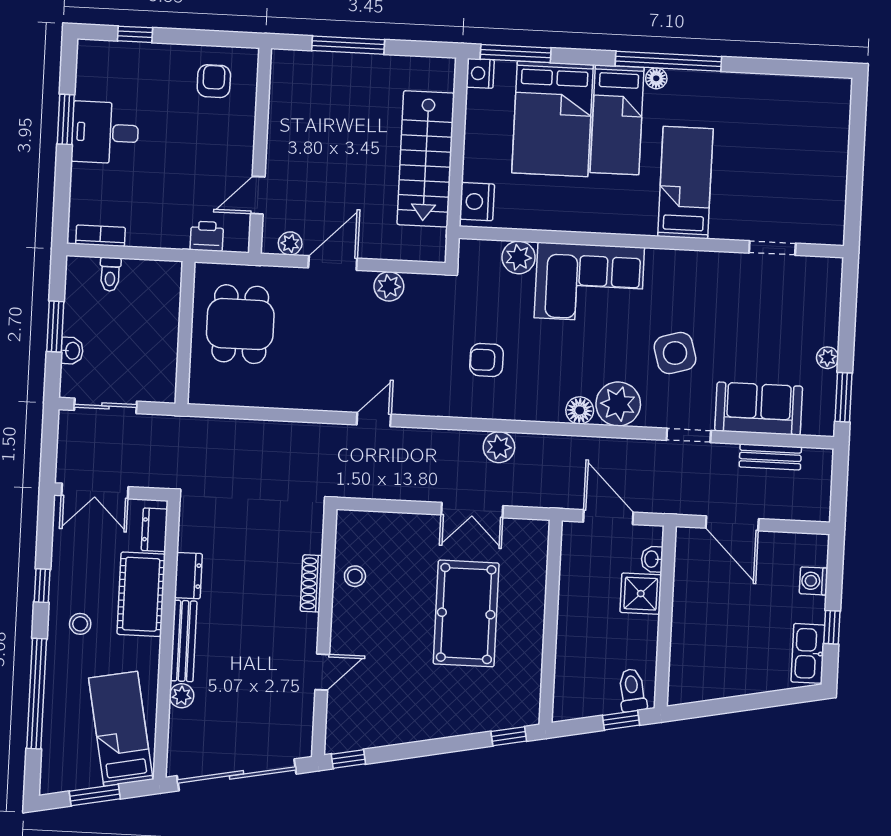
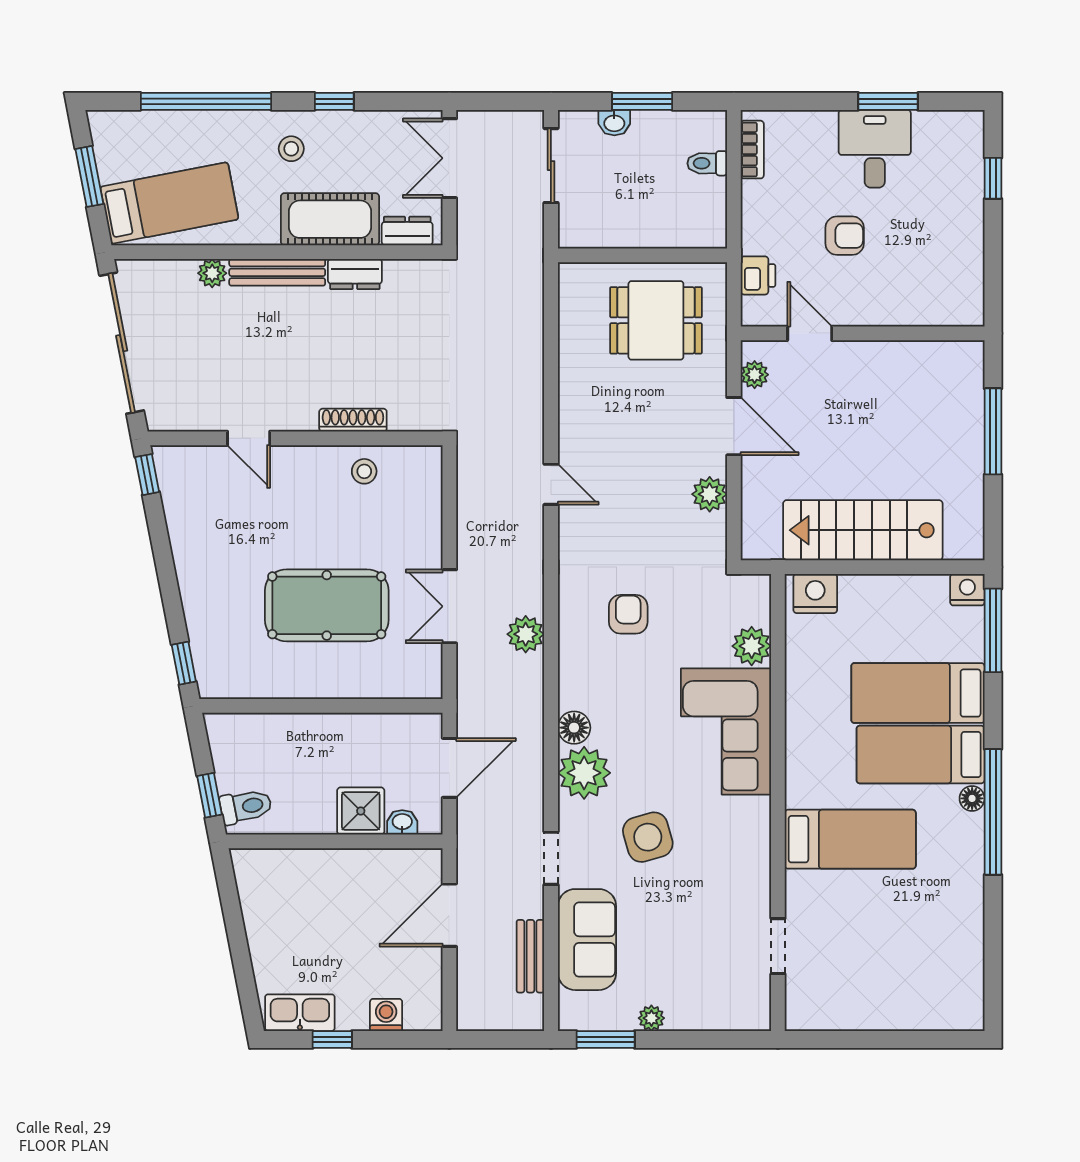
armchair: (214, 81) -> (845, 236), moved
bed: (553, 119) -> (918, 693), width x0.67

